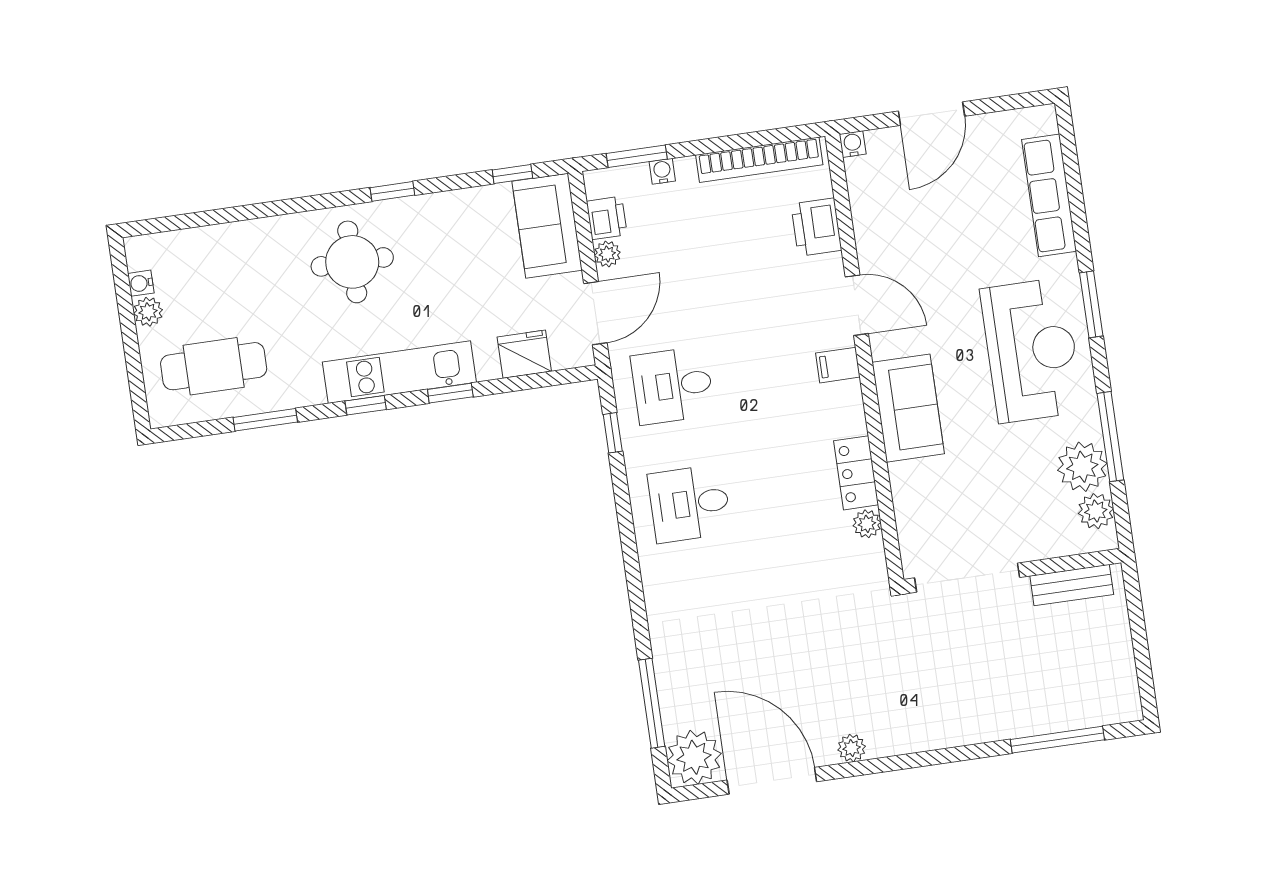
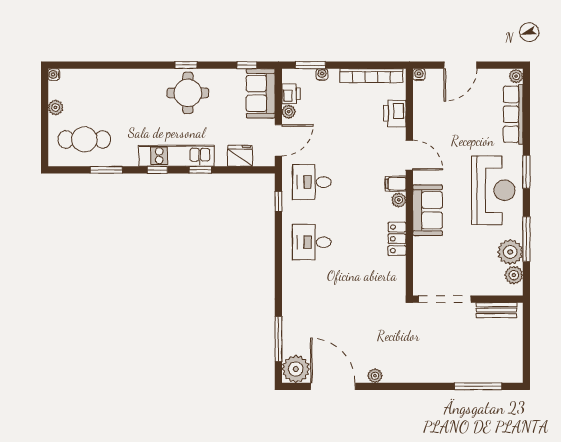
plant: (1044, 120) -> (516, 76), added
round table: (352, 262) -> (188, 93), moved
water cooler: (141, 283) -> (54, 74), moved
plant: (867, 524) -> (399, 200), moved

